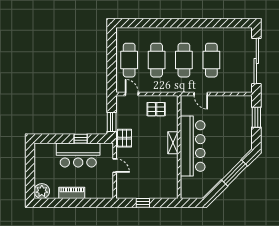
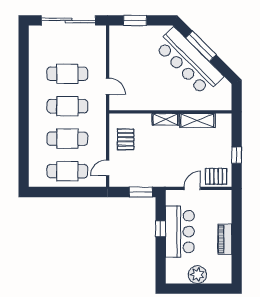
door: (201, 94) -> (108, 86), hinge flipped
pallet: (125, 138) -> (216, 176), moved
bar counter: (193, 146) -> (189, 62), moved, turned -135
shelving: (172, 170) -> (197, 120), added
plant: (42, 191) -> (197, 275), moved

